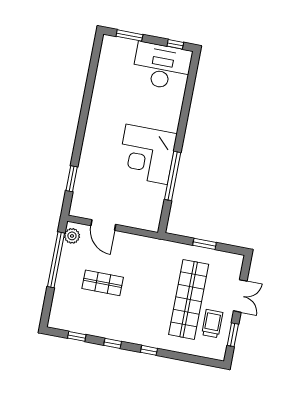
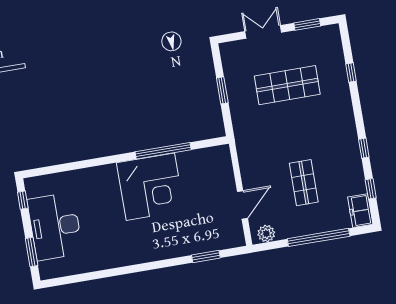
desk: (162, 66) -> (55, 226), moved
window: (56, 260) -> (319, 237), moved
shop shelf: (189, 299) -> (287, 85), width x0.71
freezer: (62, 321) -> (360, 211), added
trolley: (212, 324) -> (303, 51), removed
window: (149, 350) -> (351, 73), moved

